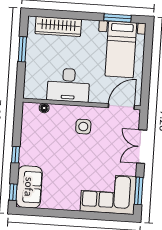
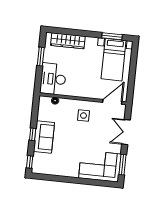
desk: (68, 85) -> (53, 79), moved, turned 90
sofa: (29, 187) -> (44, 137), moved

